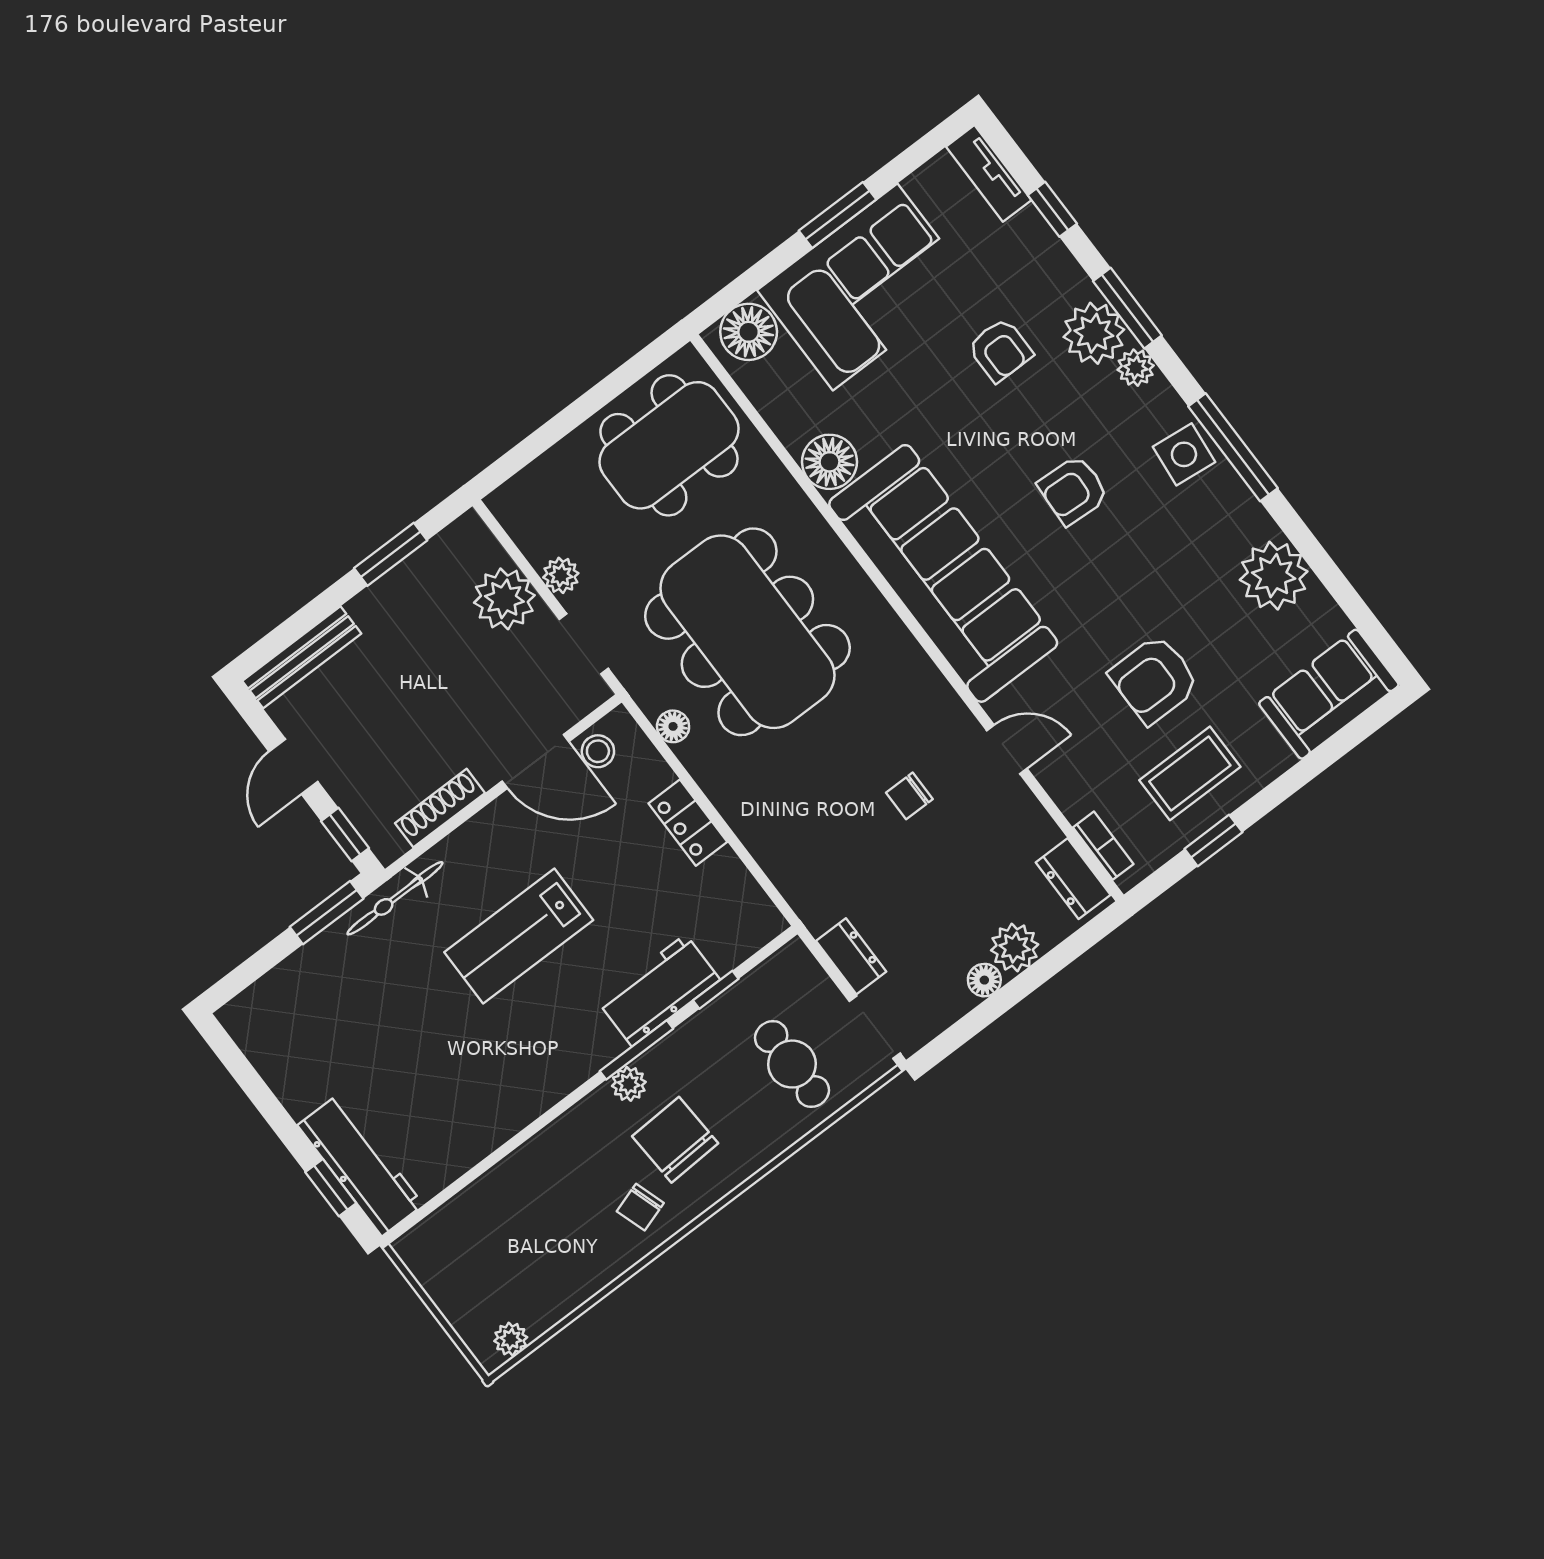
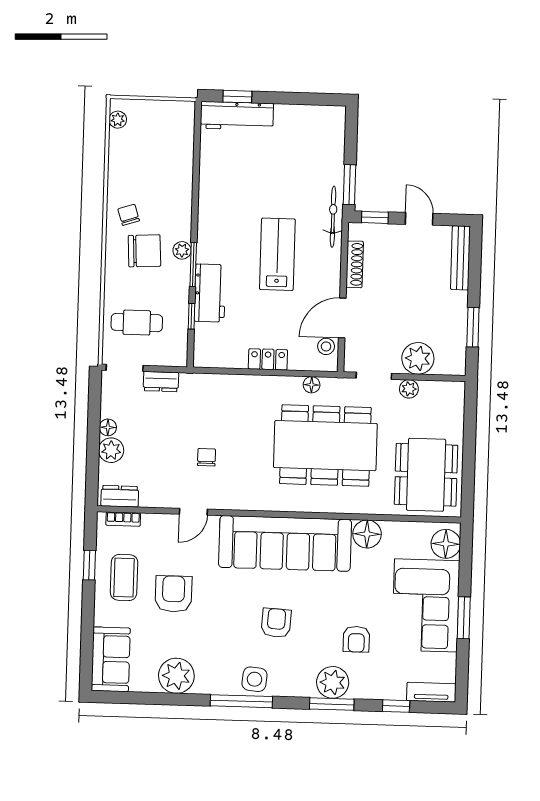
armchair: (1000, 350) -> (356, 639), turned -90
plant: (1136, 368) -> (305, 688), removed

